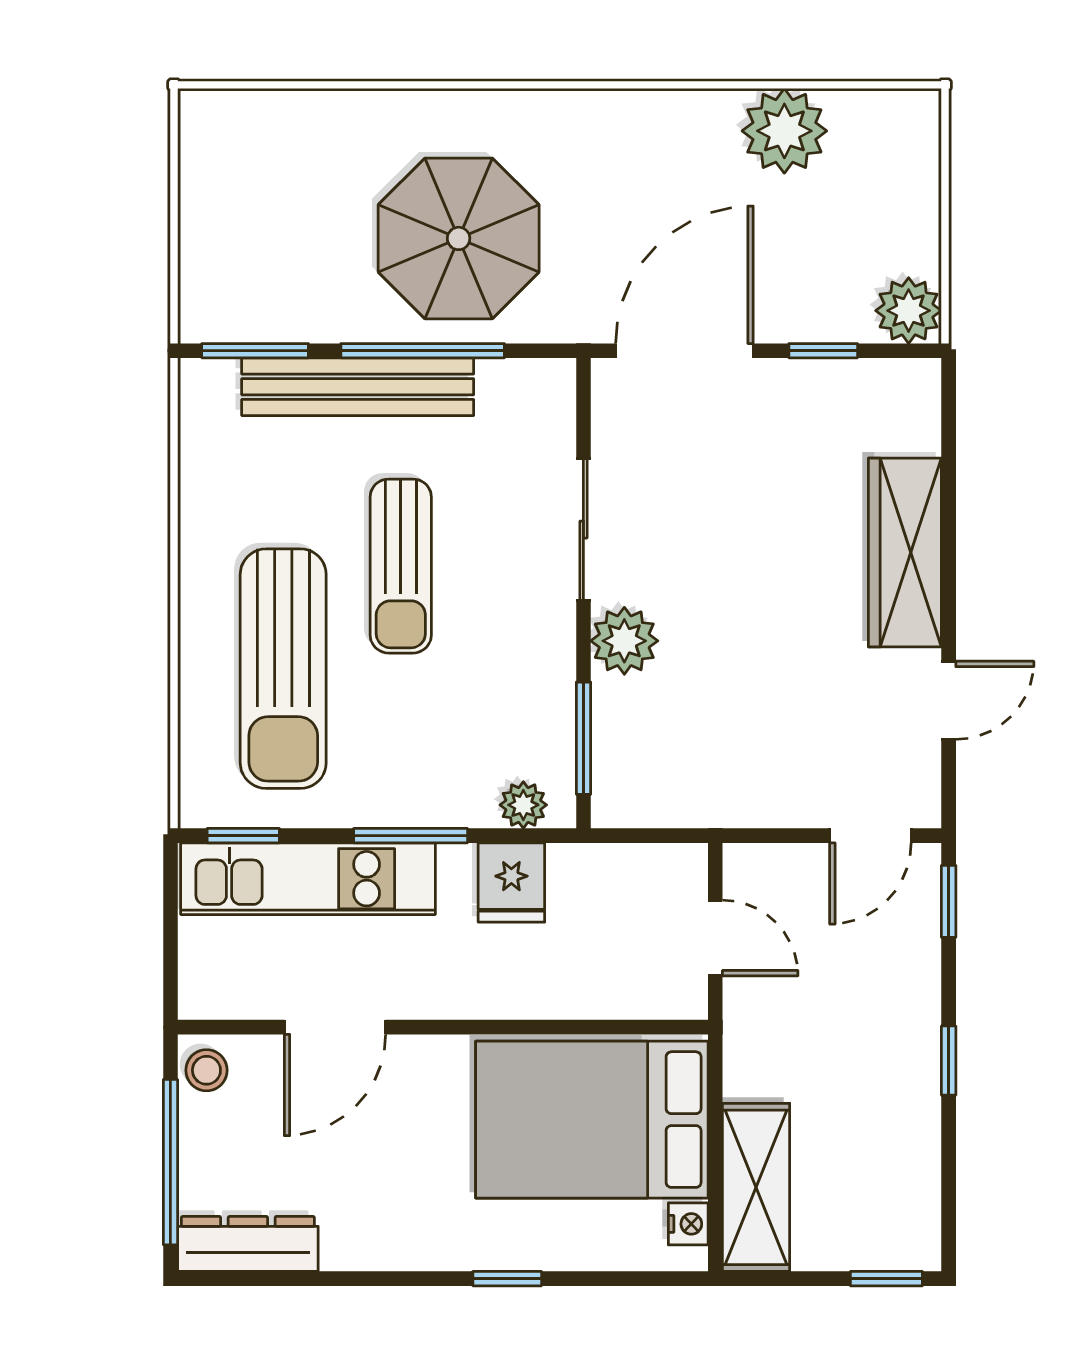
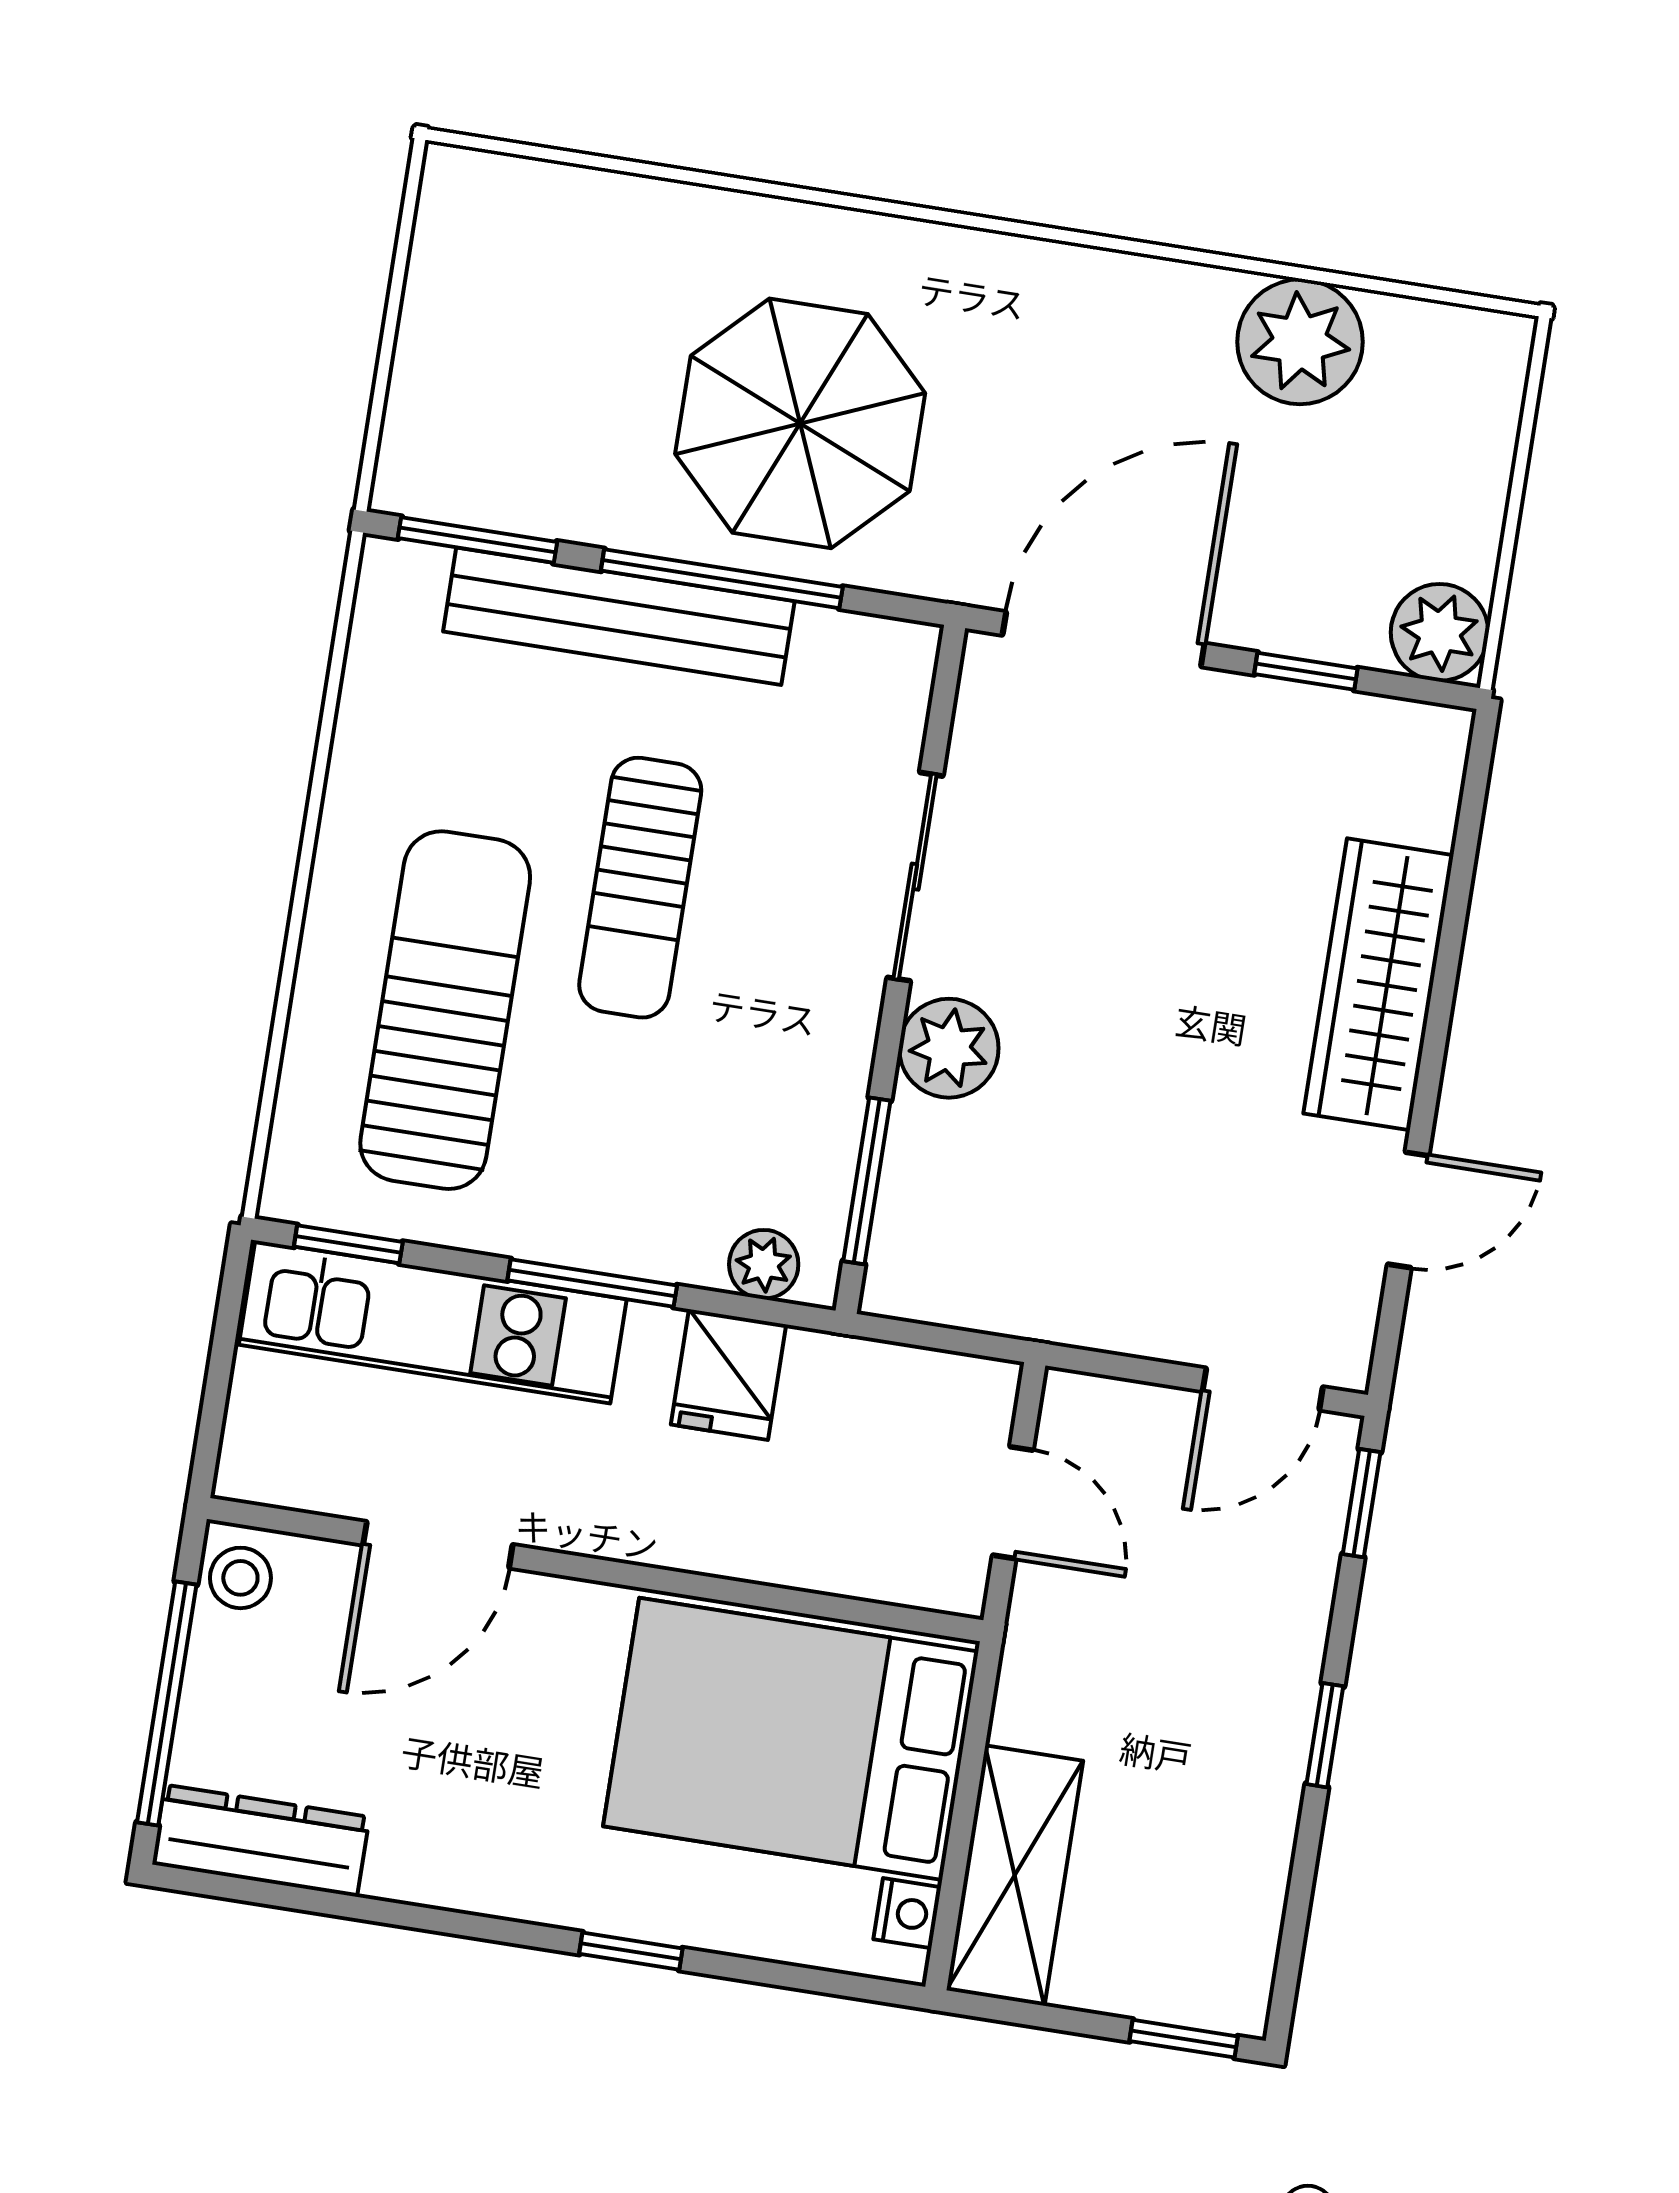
sun lounger: (283, 669) -> (445, 1010), turned 180

